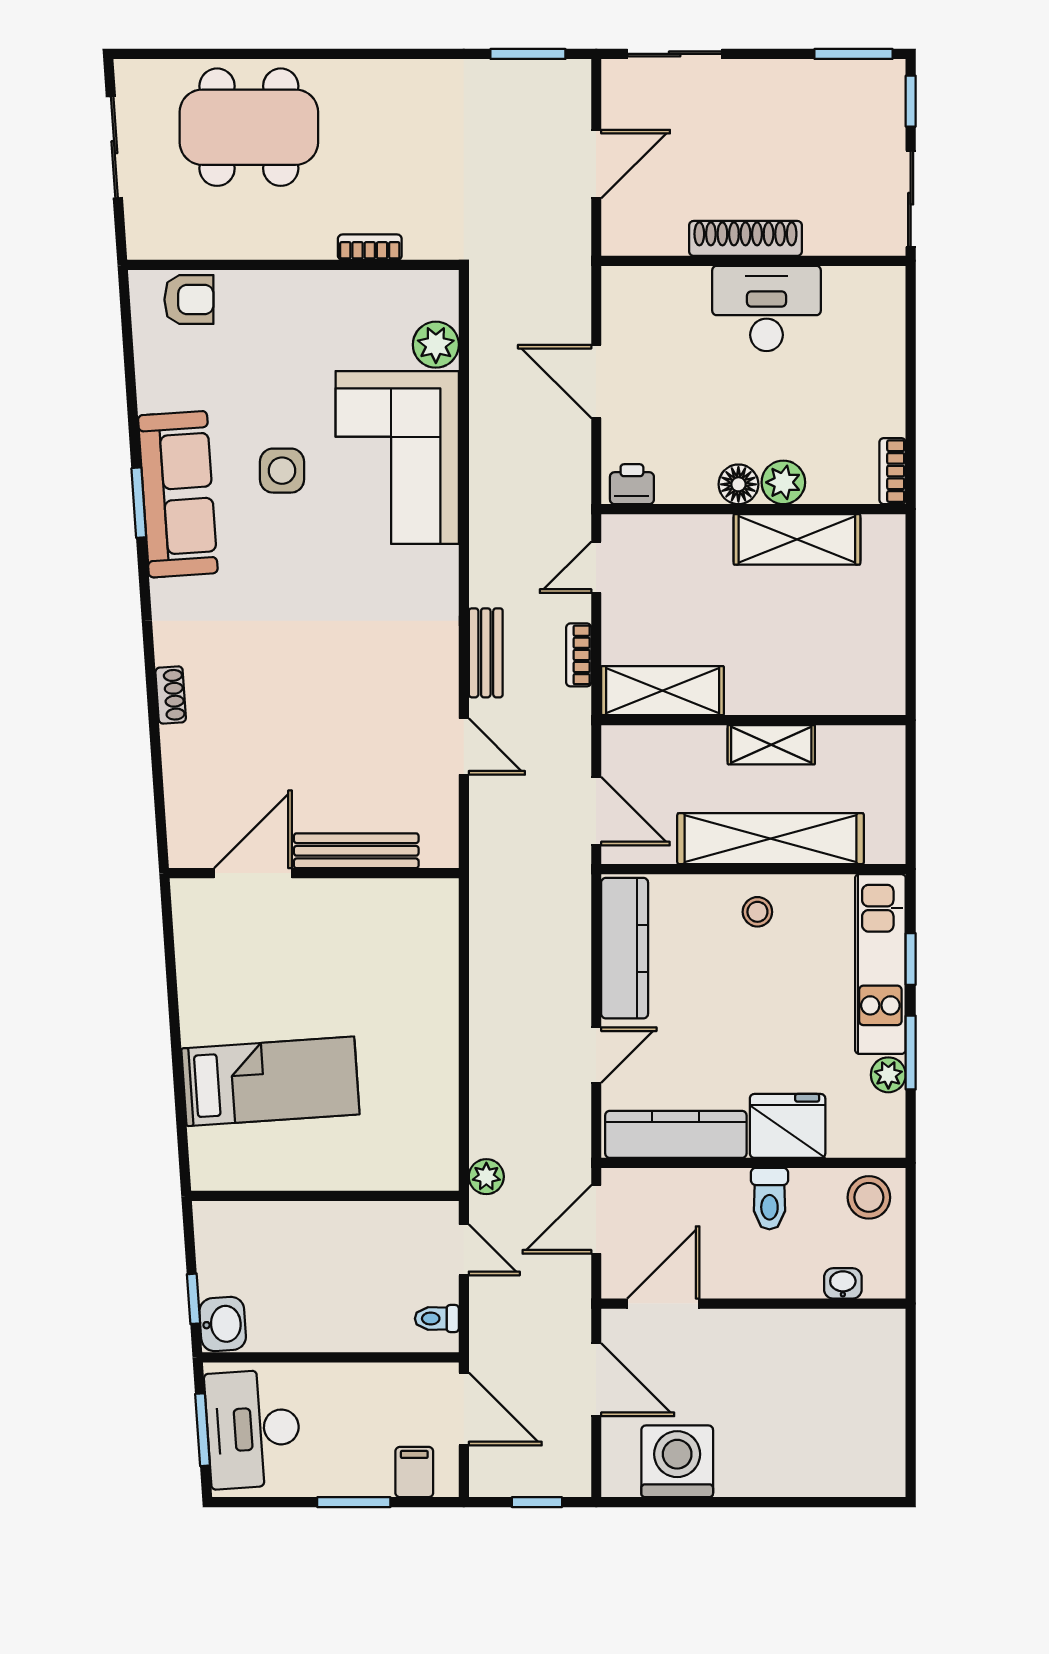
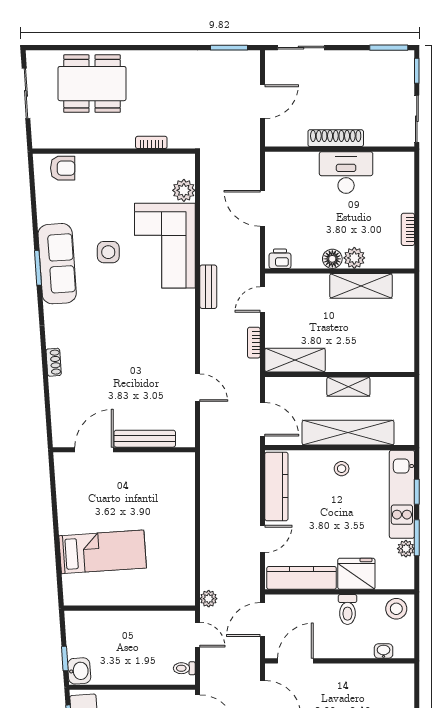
bookcase: (893, 471) -> (408, 229), moved
bench: (486, 653) -> (208, 287), moved

